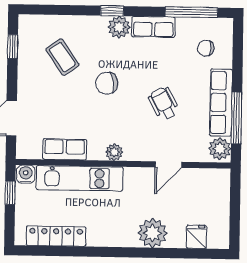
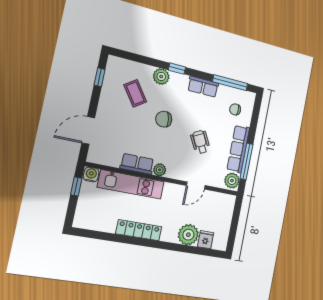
plant: (119, 27) -> (161, 76), moved
row of seats: (65, 149) -> (137, 164), moved
plant: (152, 233) -> (188, 235), moved
locker: (56, 236) -> (139, 230), moved

